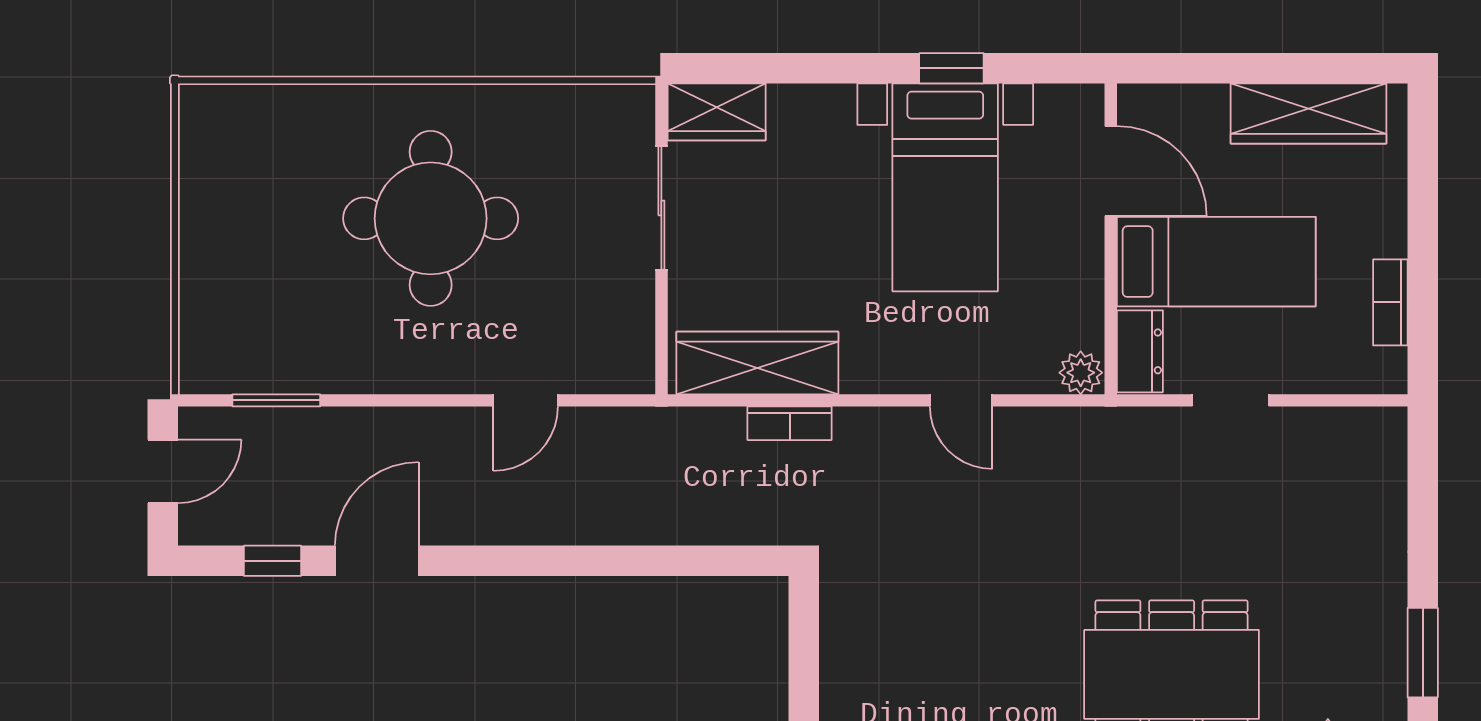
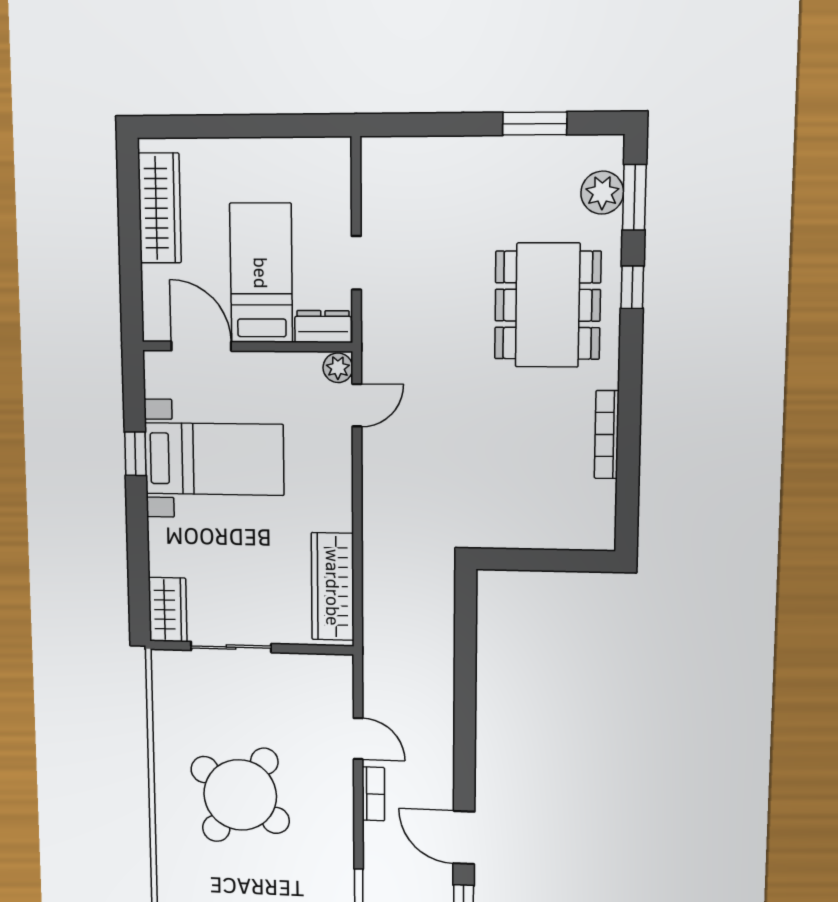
door: (1111, 171) -> (201, 346), hinge flipped
round table: (431, 218) -> (240, 795), turned 35
bookcase: (1390, 302) -> (288, 149), removed
door: (961, 400) -> (357, 405), moved
bookcase: (790, 423) -> (373, 794), moved

